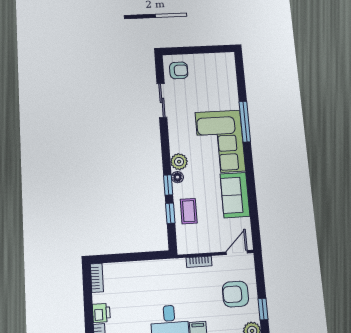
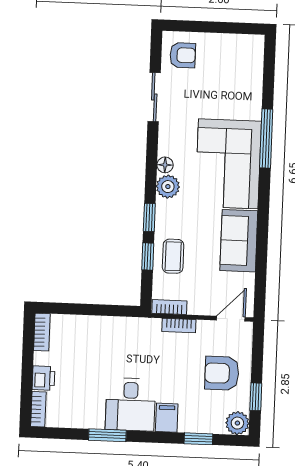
floor lamp: (177, 177) -> (165, 165), moved
bookcase: (190, 249) -> (169, 307), added

